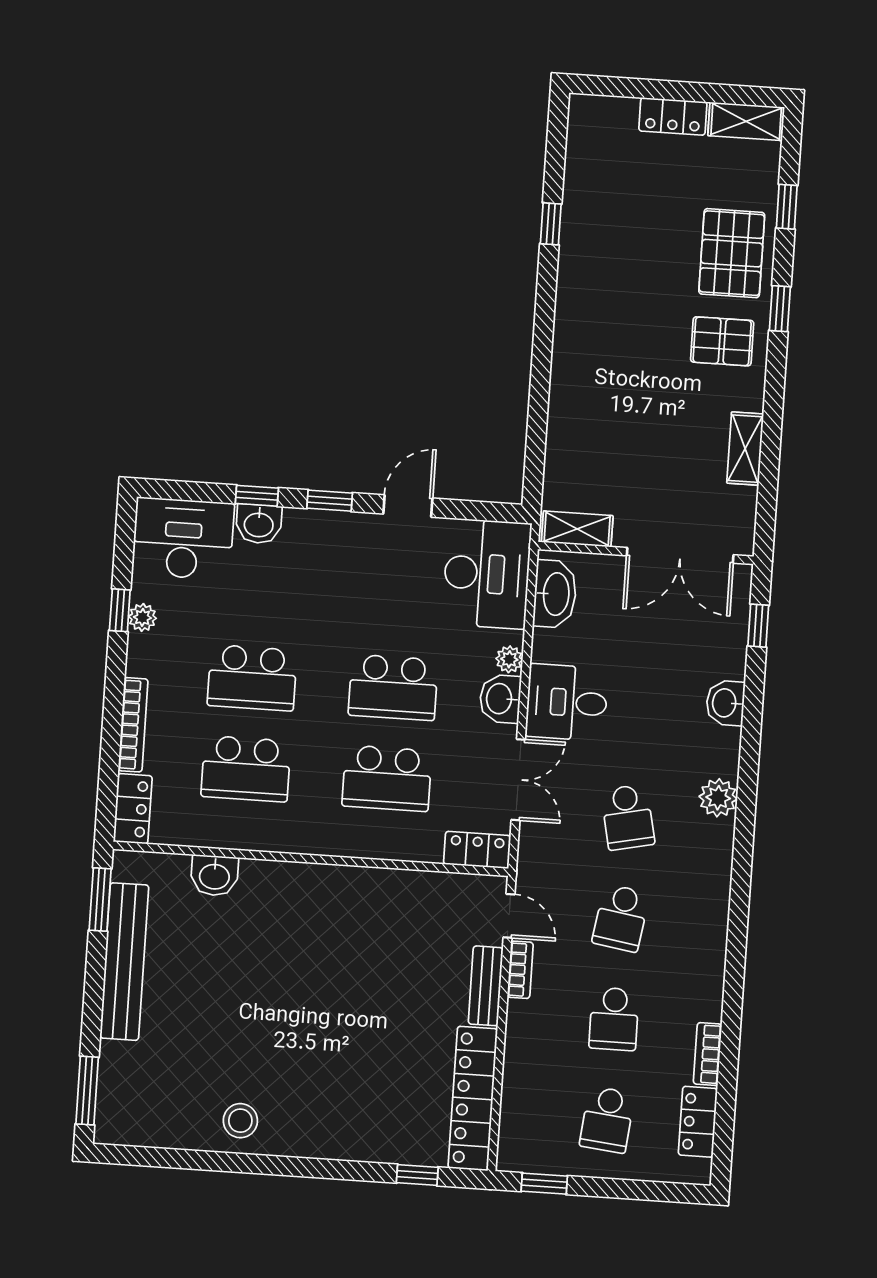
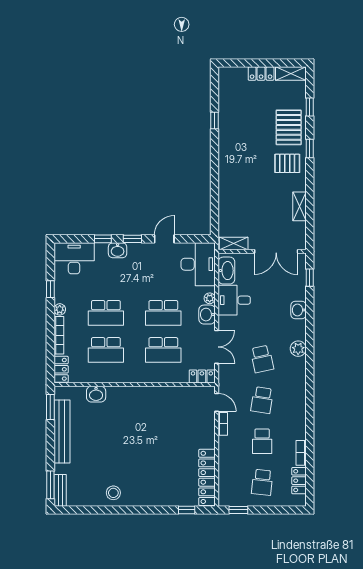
washbasin: (259, 524) -> (118, 250), moved
plant: (142, 617) -> (60, 309), moved
desk: (567, 702) -> (234, 300), moved
bench: (486, 986) -> (60, 490), moved

